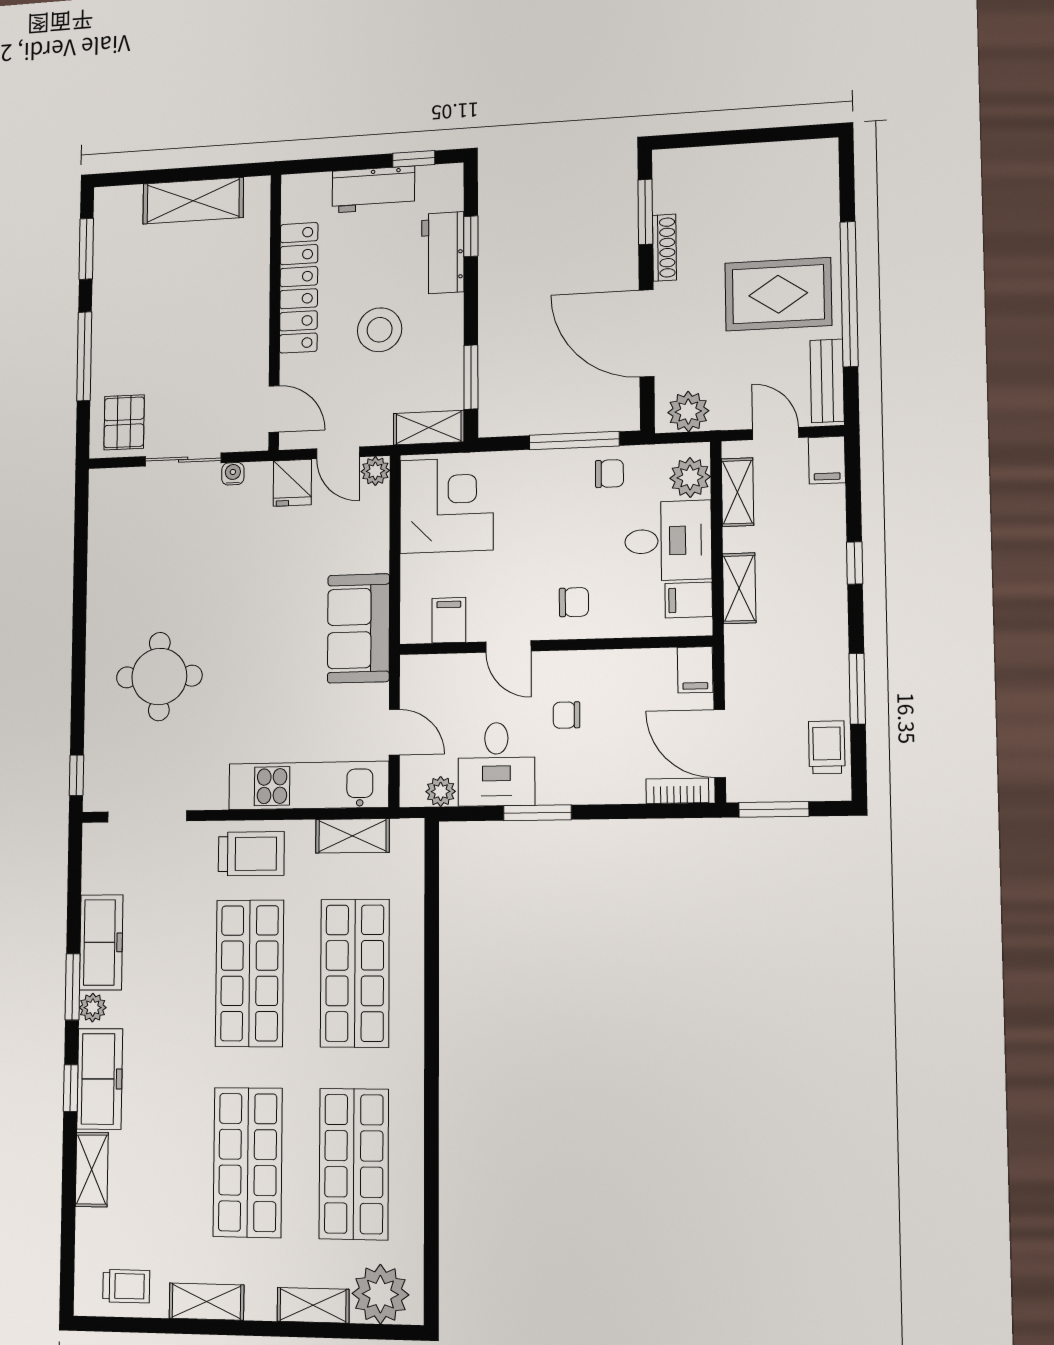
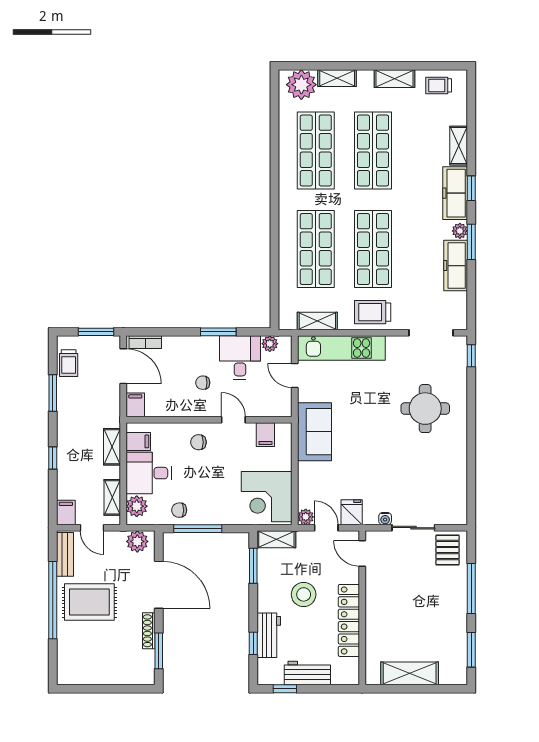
chair: (567, 715) -> (203, 383), turned 180

